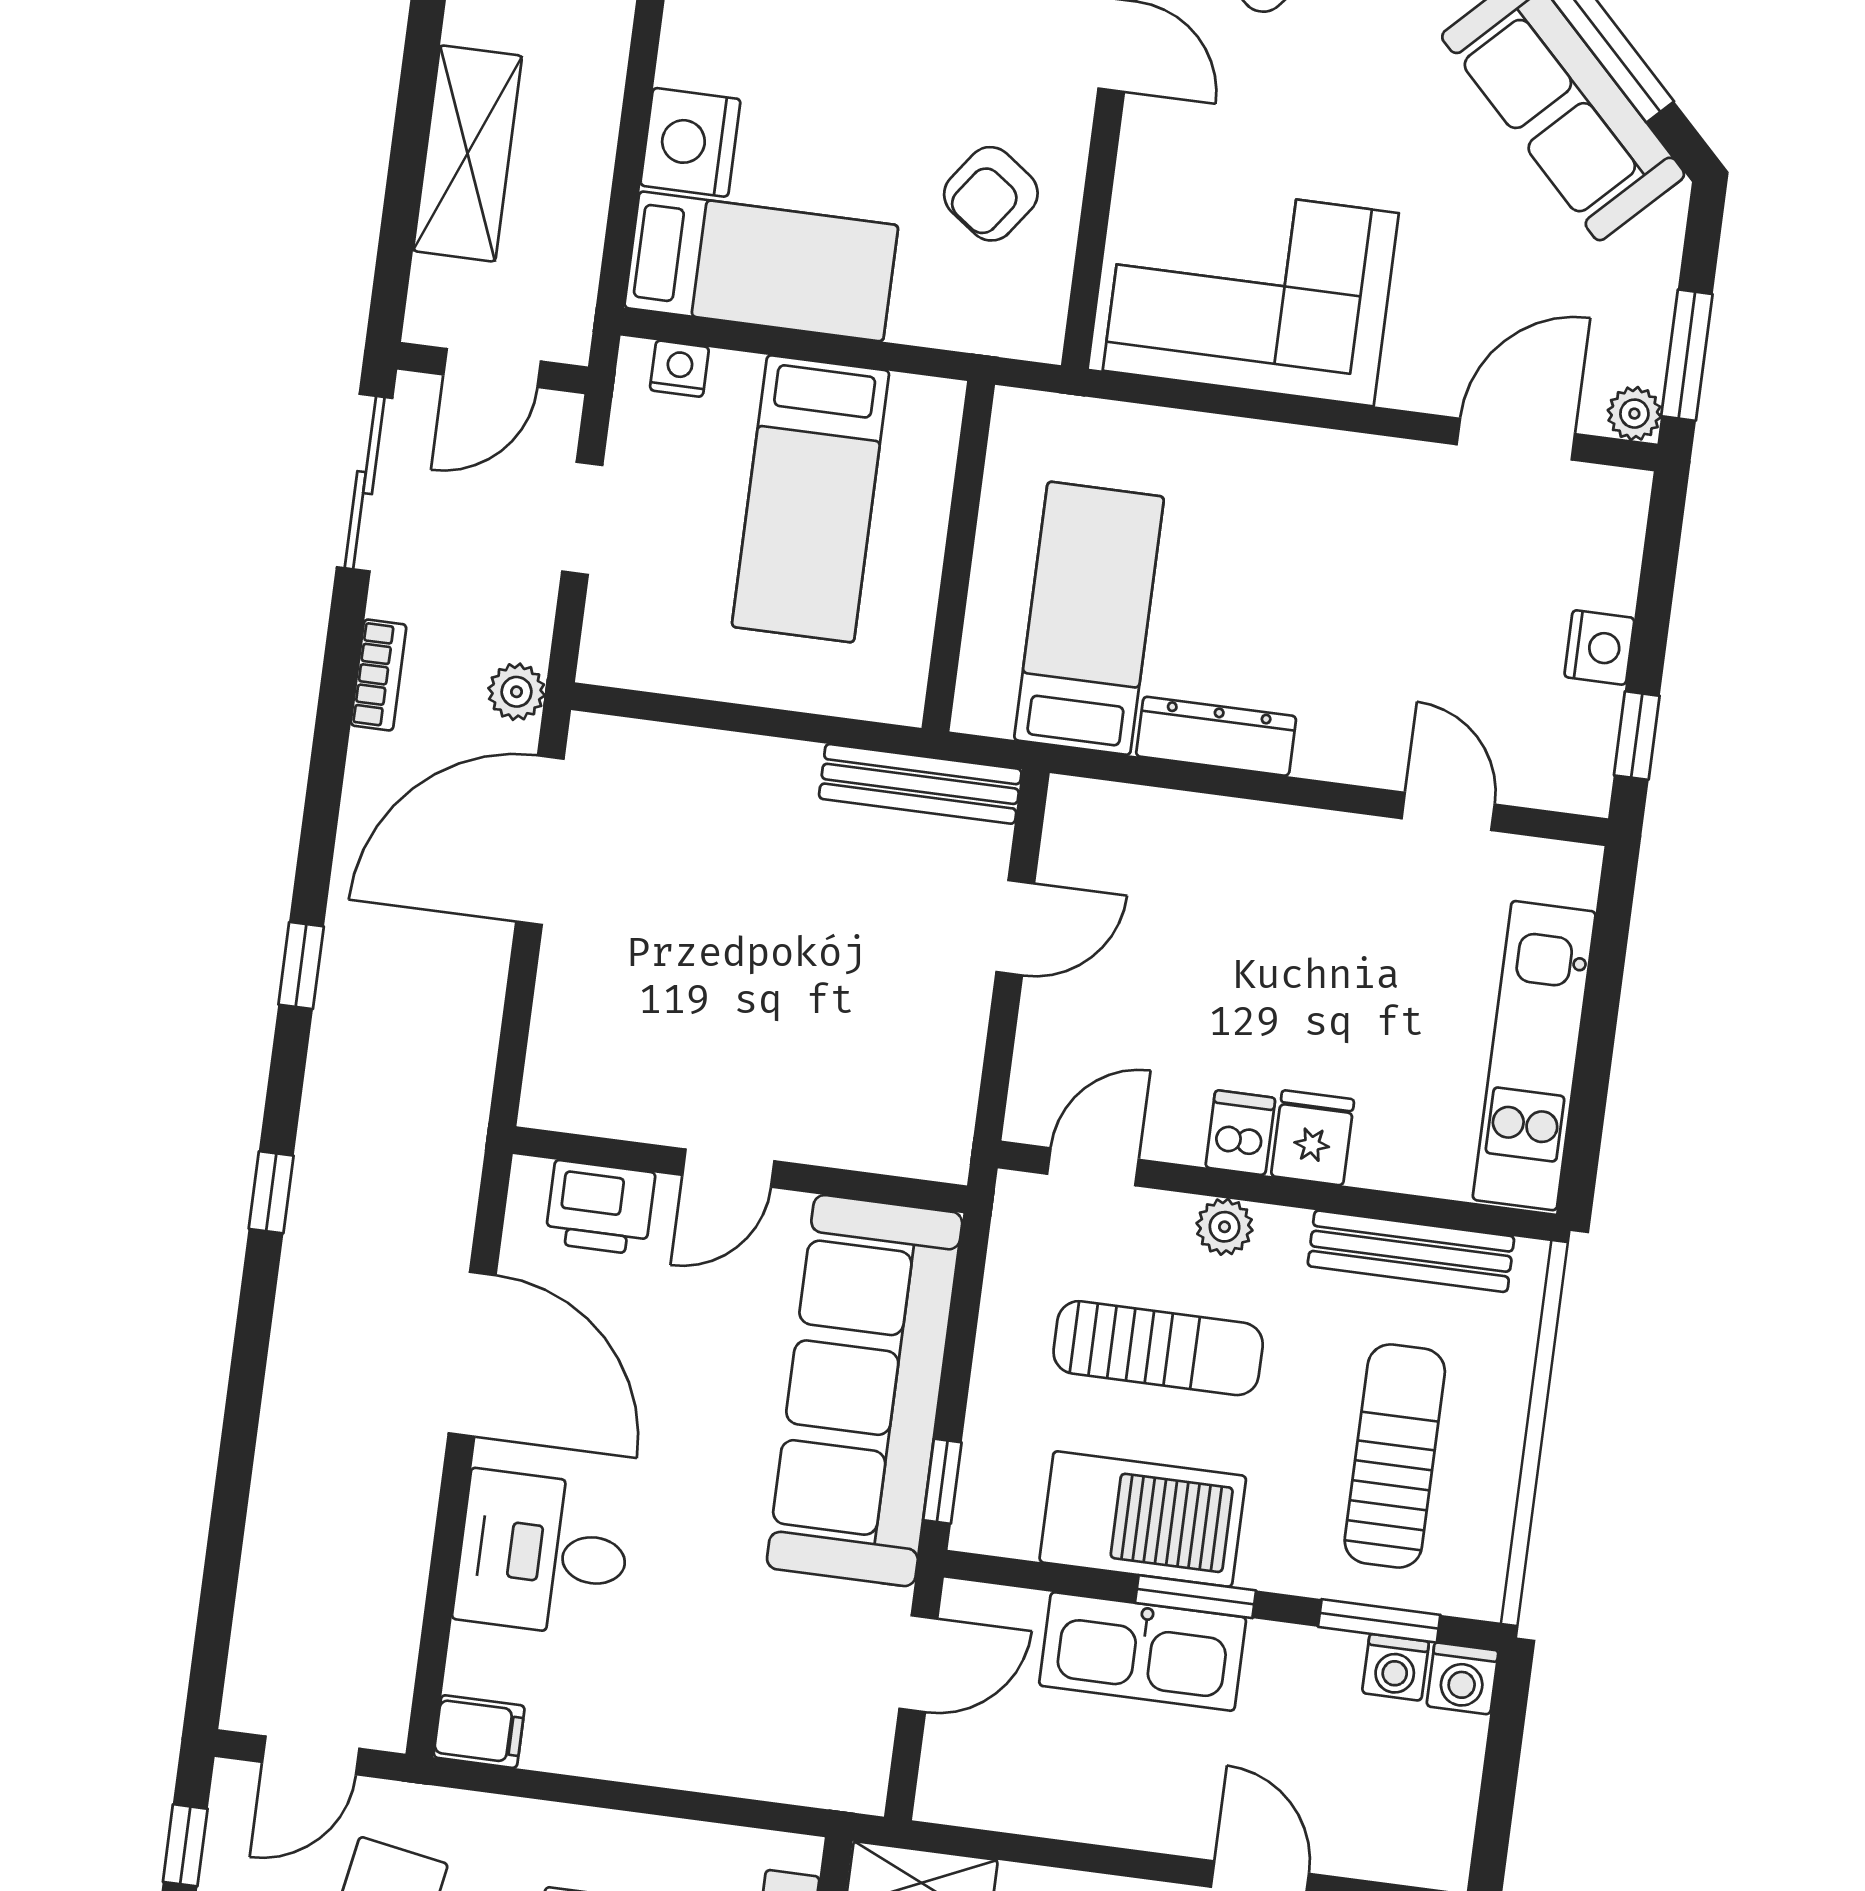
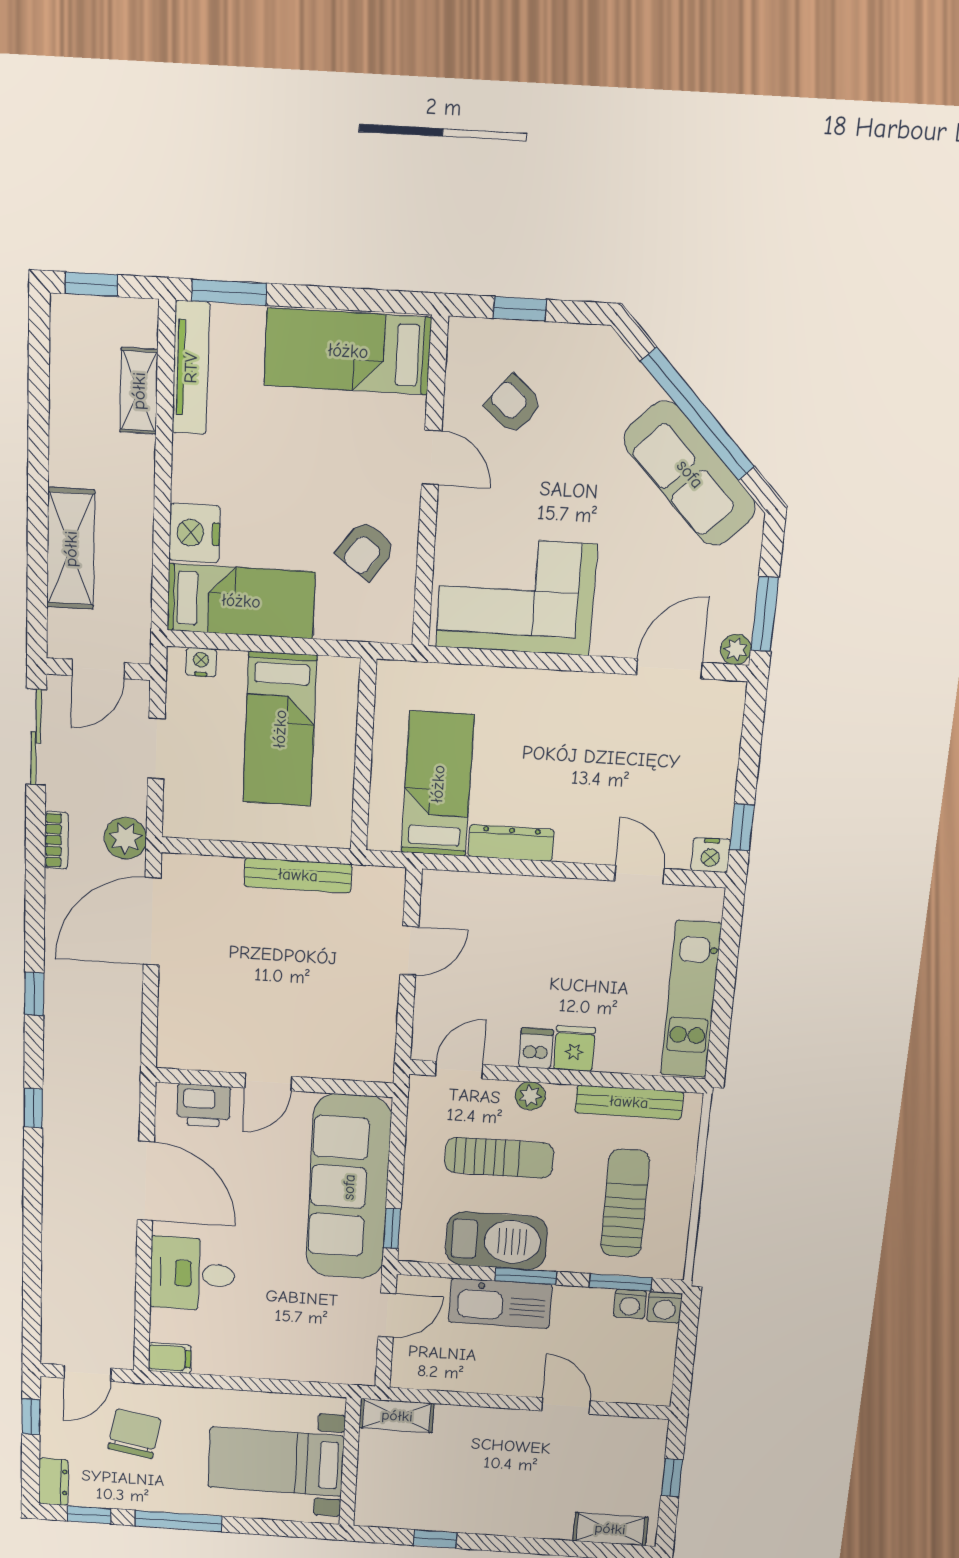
nightstand: (1599, 647) -> (711, 855), moved, turned 90
plant: (517, 692) -> (125, 838), width x1.38, depth x1.38
bench: (920, 784) -> (298, 875), moved

